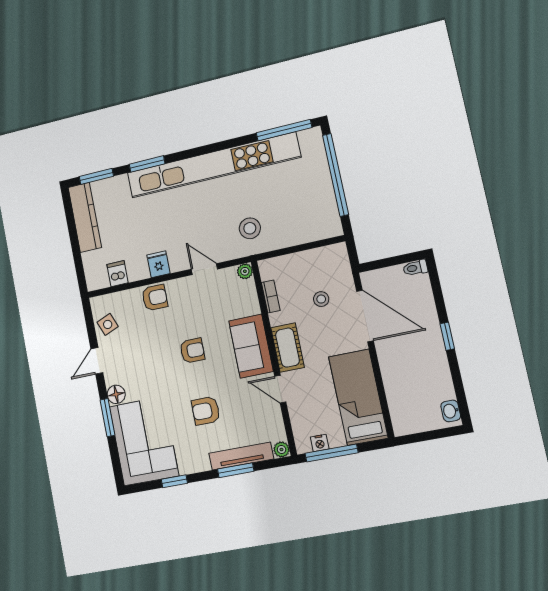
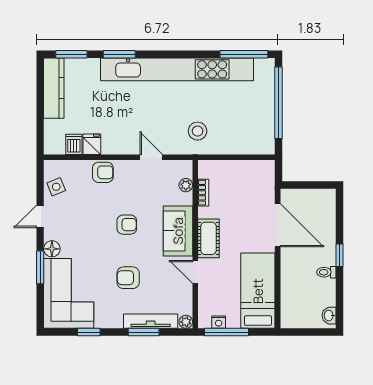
fridge: (158, 264) -> (92, 144), moved
toilet: (415, 268) -> (326, 272), moved
plant: (245, 271) -> (186, 185), moved
stool: (321, 299) -> (245, 204), removed

